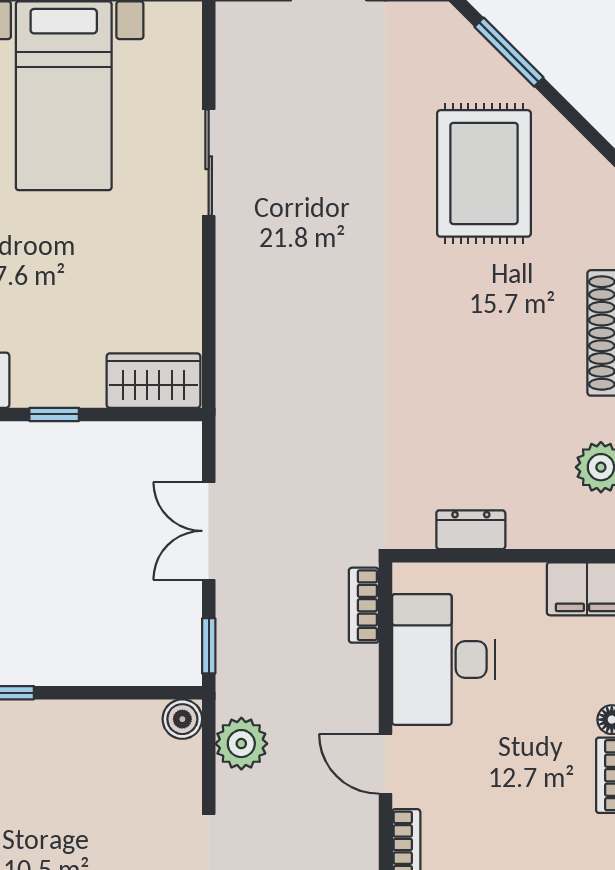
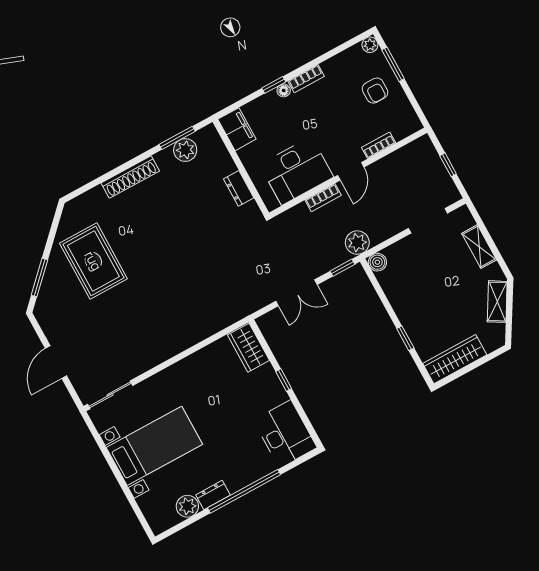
sliding door: (209, 163) -> (110, 395), moved
rug: (484, 173) -> (93, 261), turned 90
bookcase: (364, 605) -> (323, 198), moved
plant: (241, 744) -> (357, 243), moved

